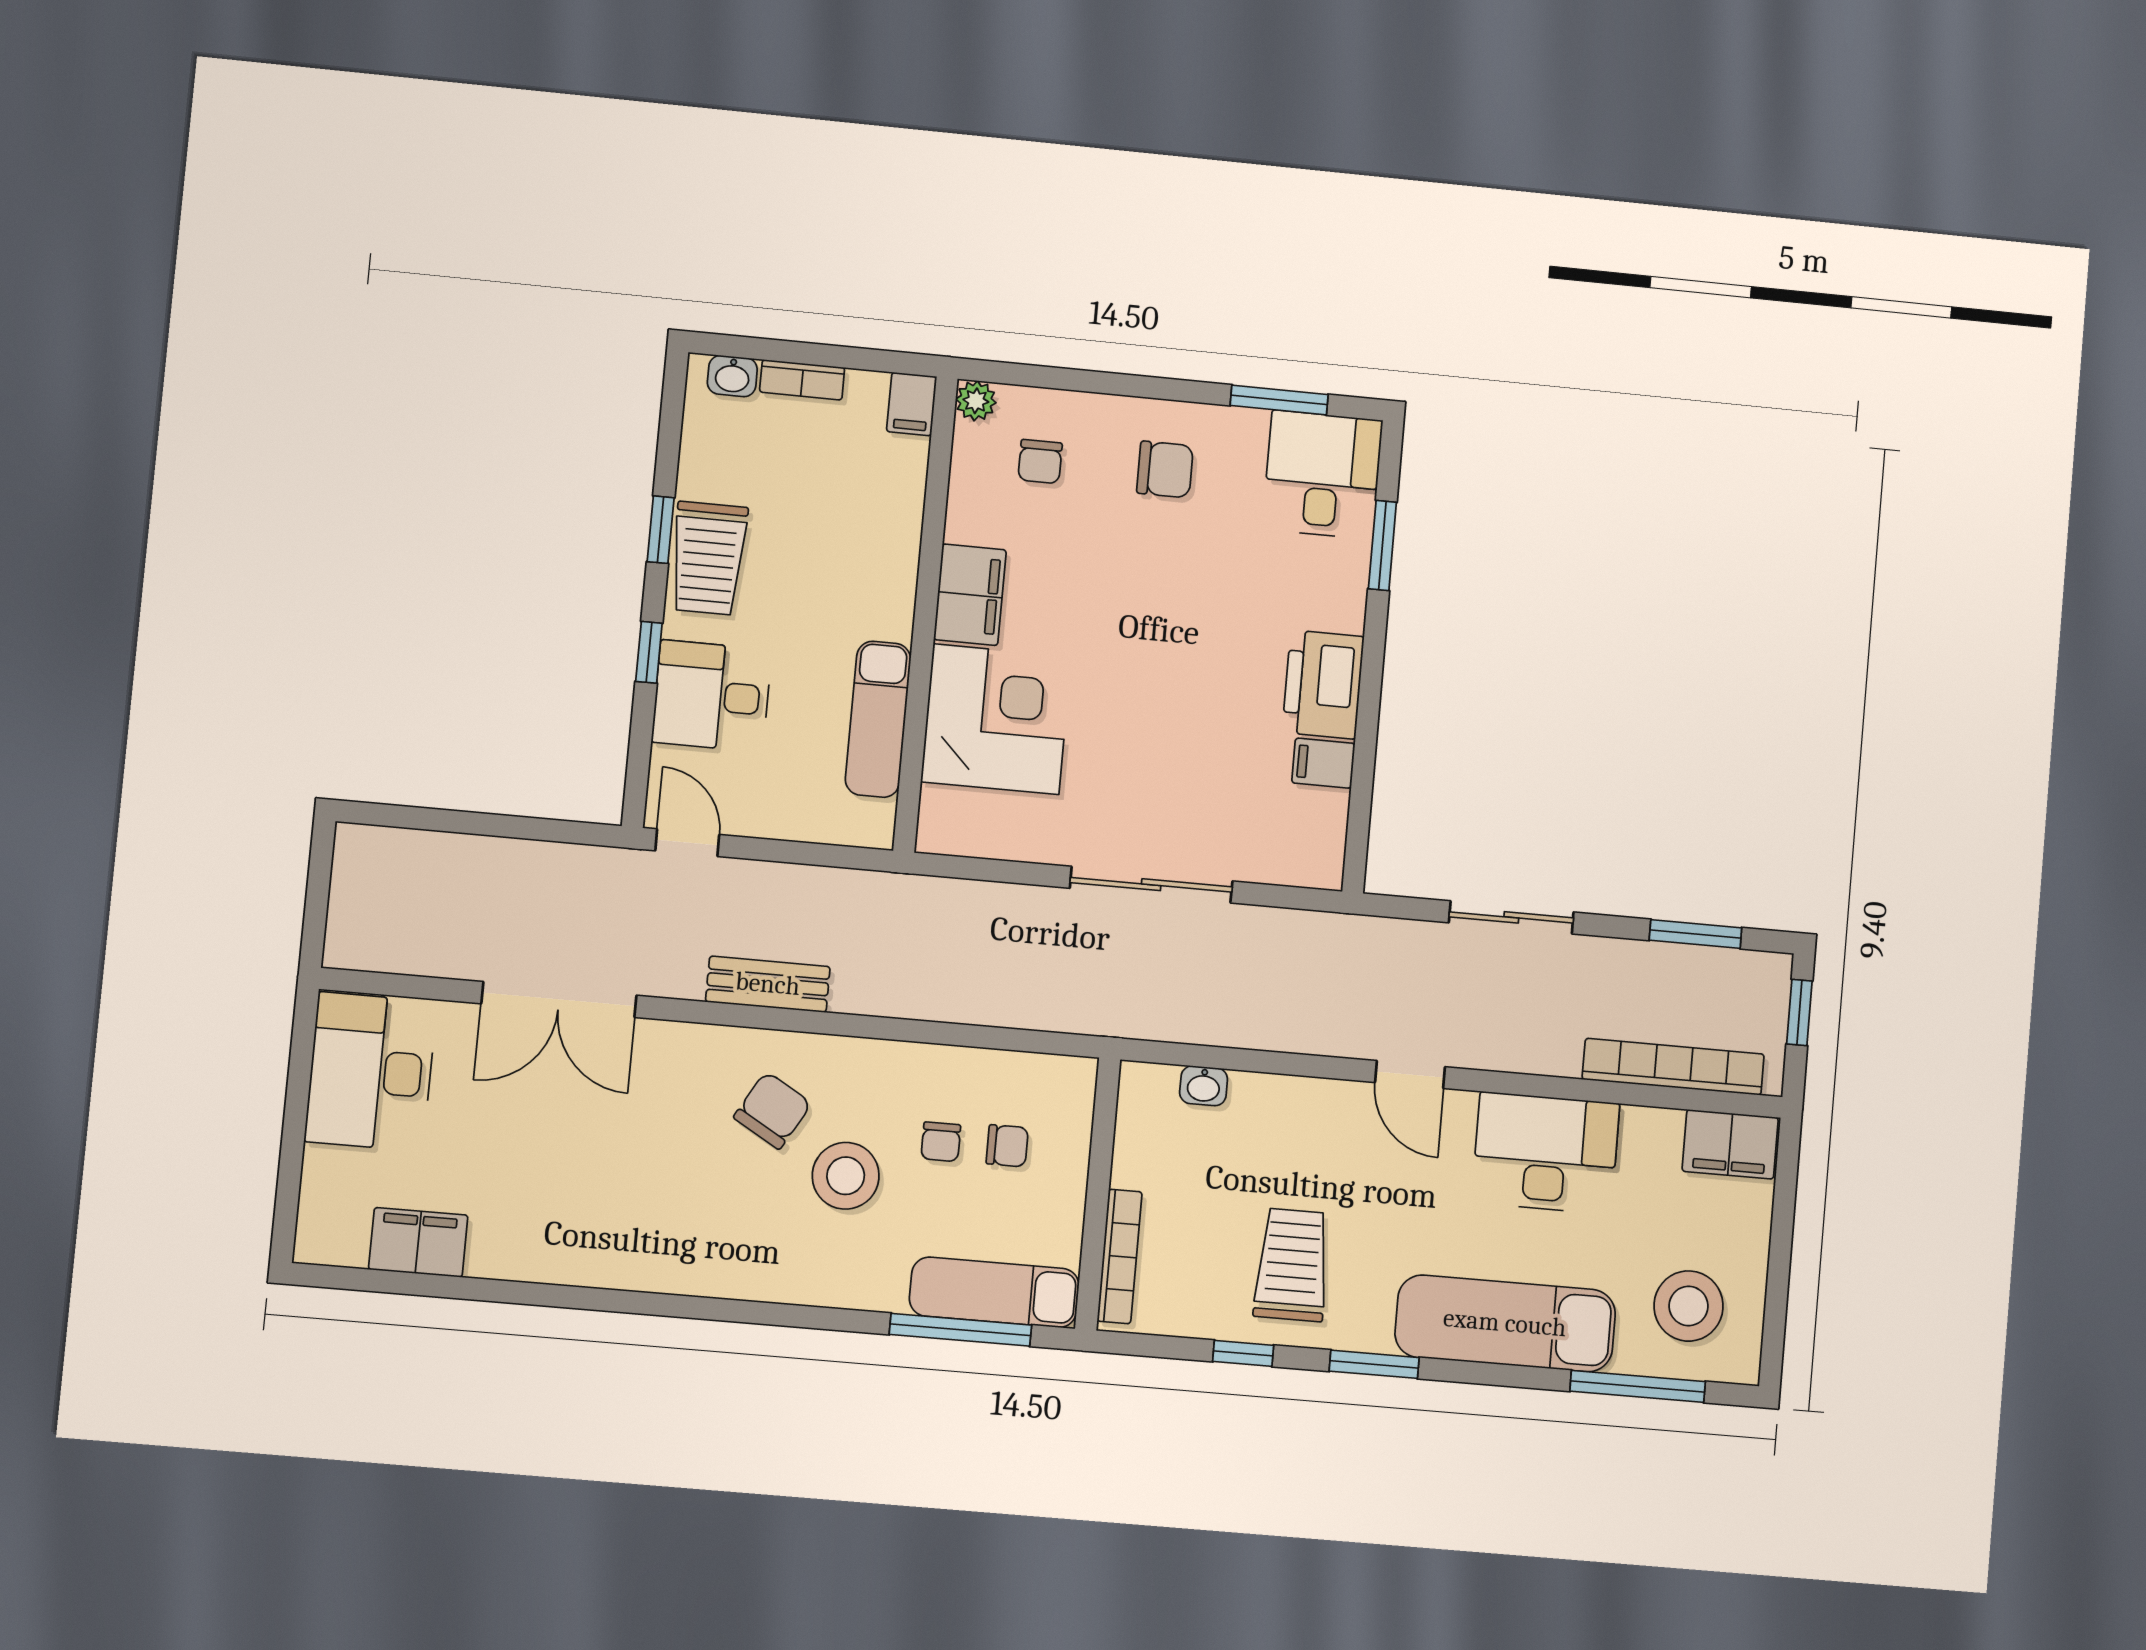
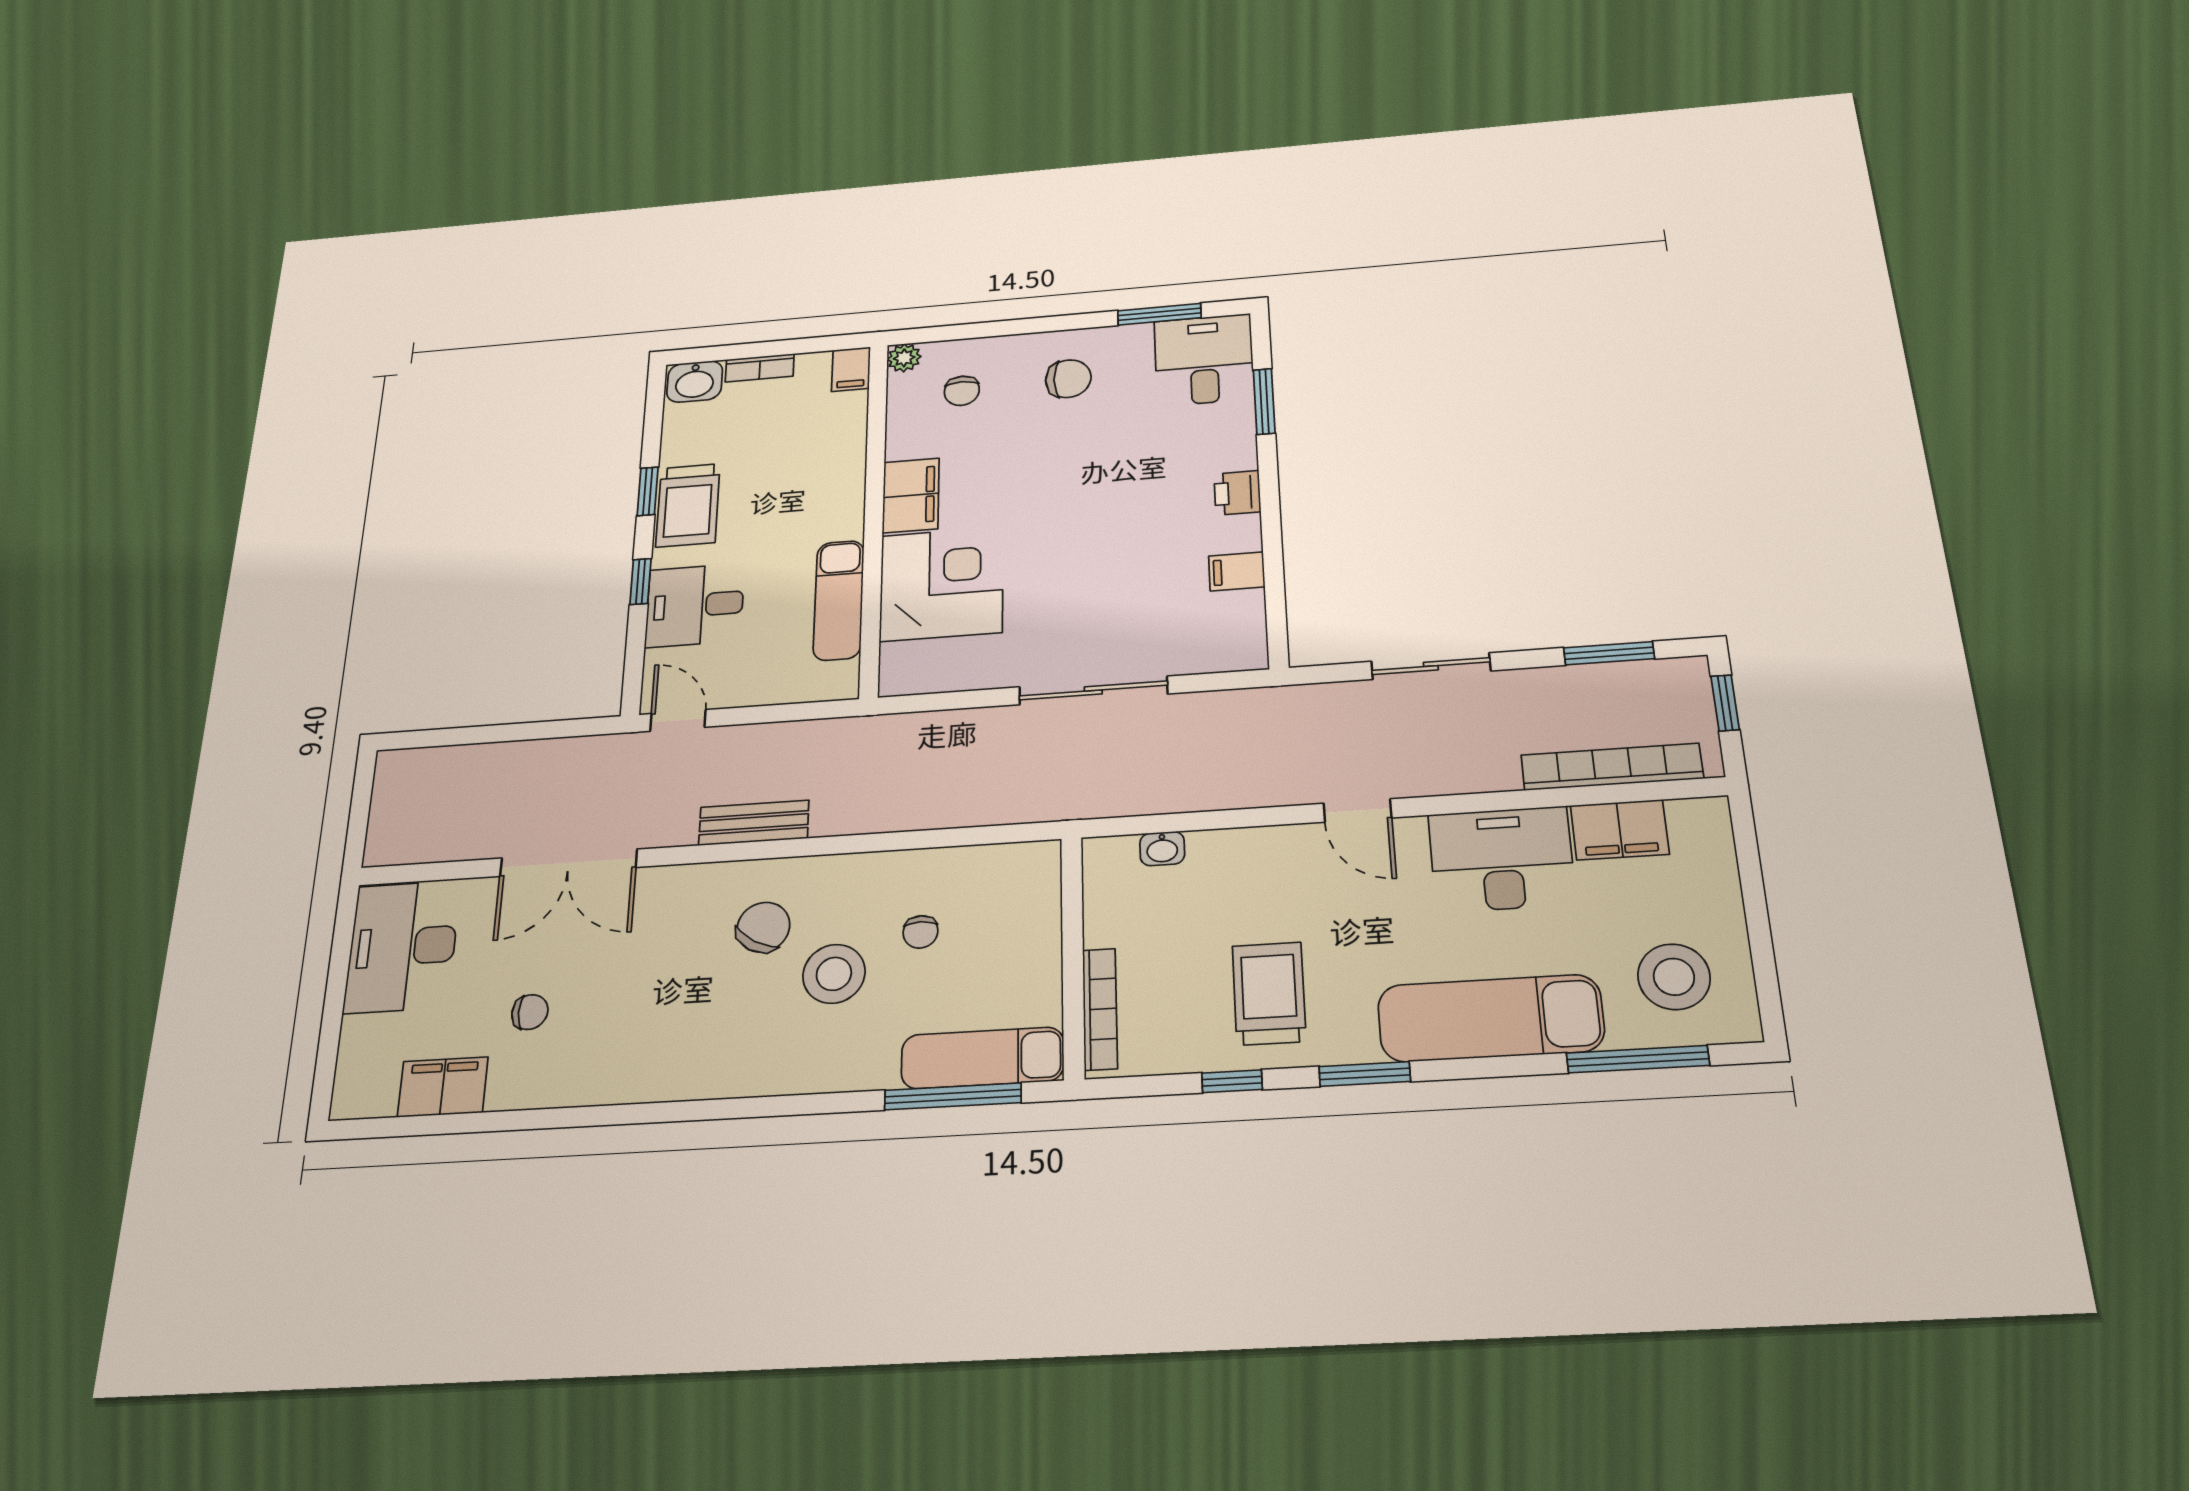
washbasin: (732, 376) -> (695, 382), width x1.38, depth x1.45
printer: (1323, 684) -> (1237, 493), width x0.53, depth x0.68
filing cabinet: (1730, 1144) -> (1620, 830), moved
chair: (1007, 1146) -> (530, 1012), moved

